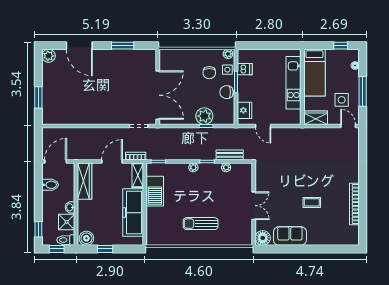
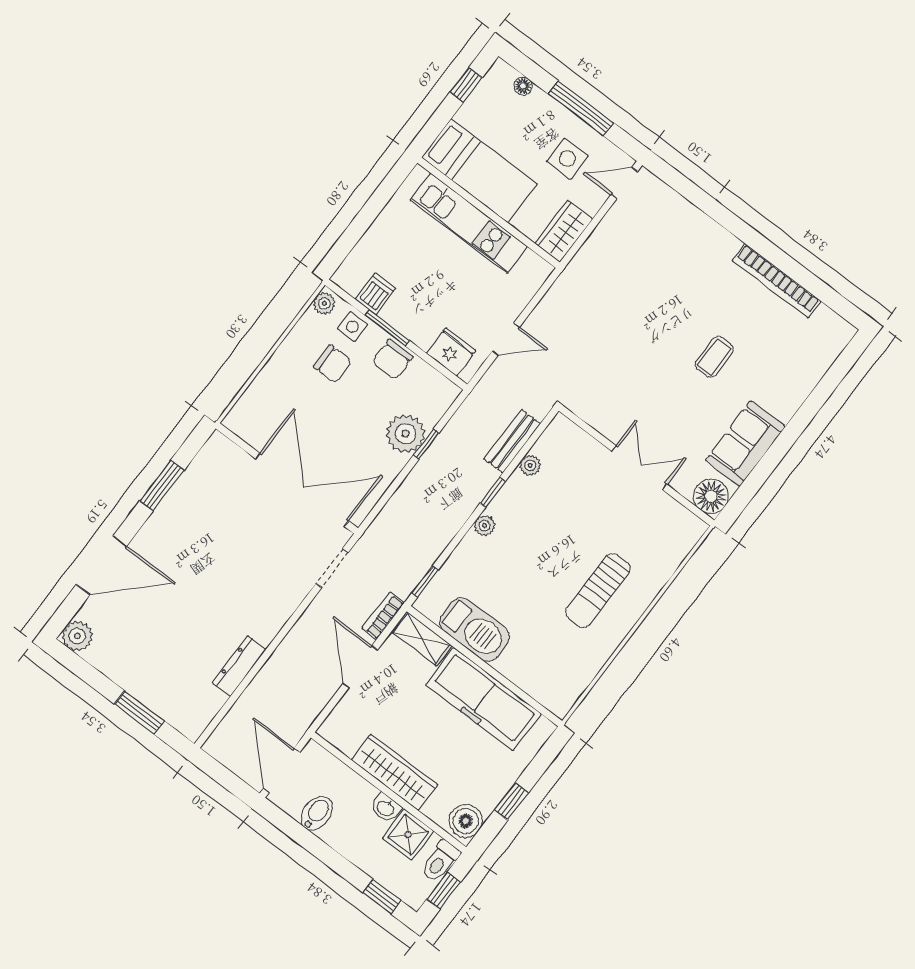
dresser: (81, 120) -> (239, 666), added
wardrobe: (85, 181) -> (394, 772), moved

